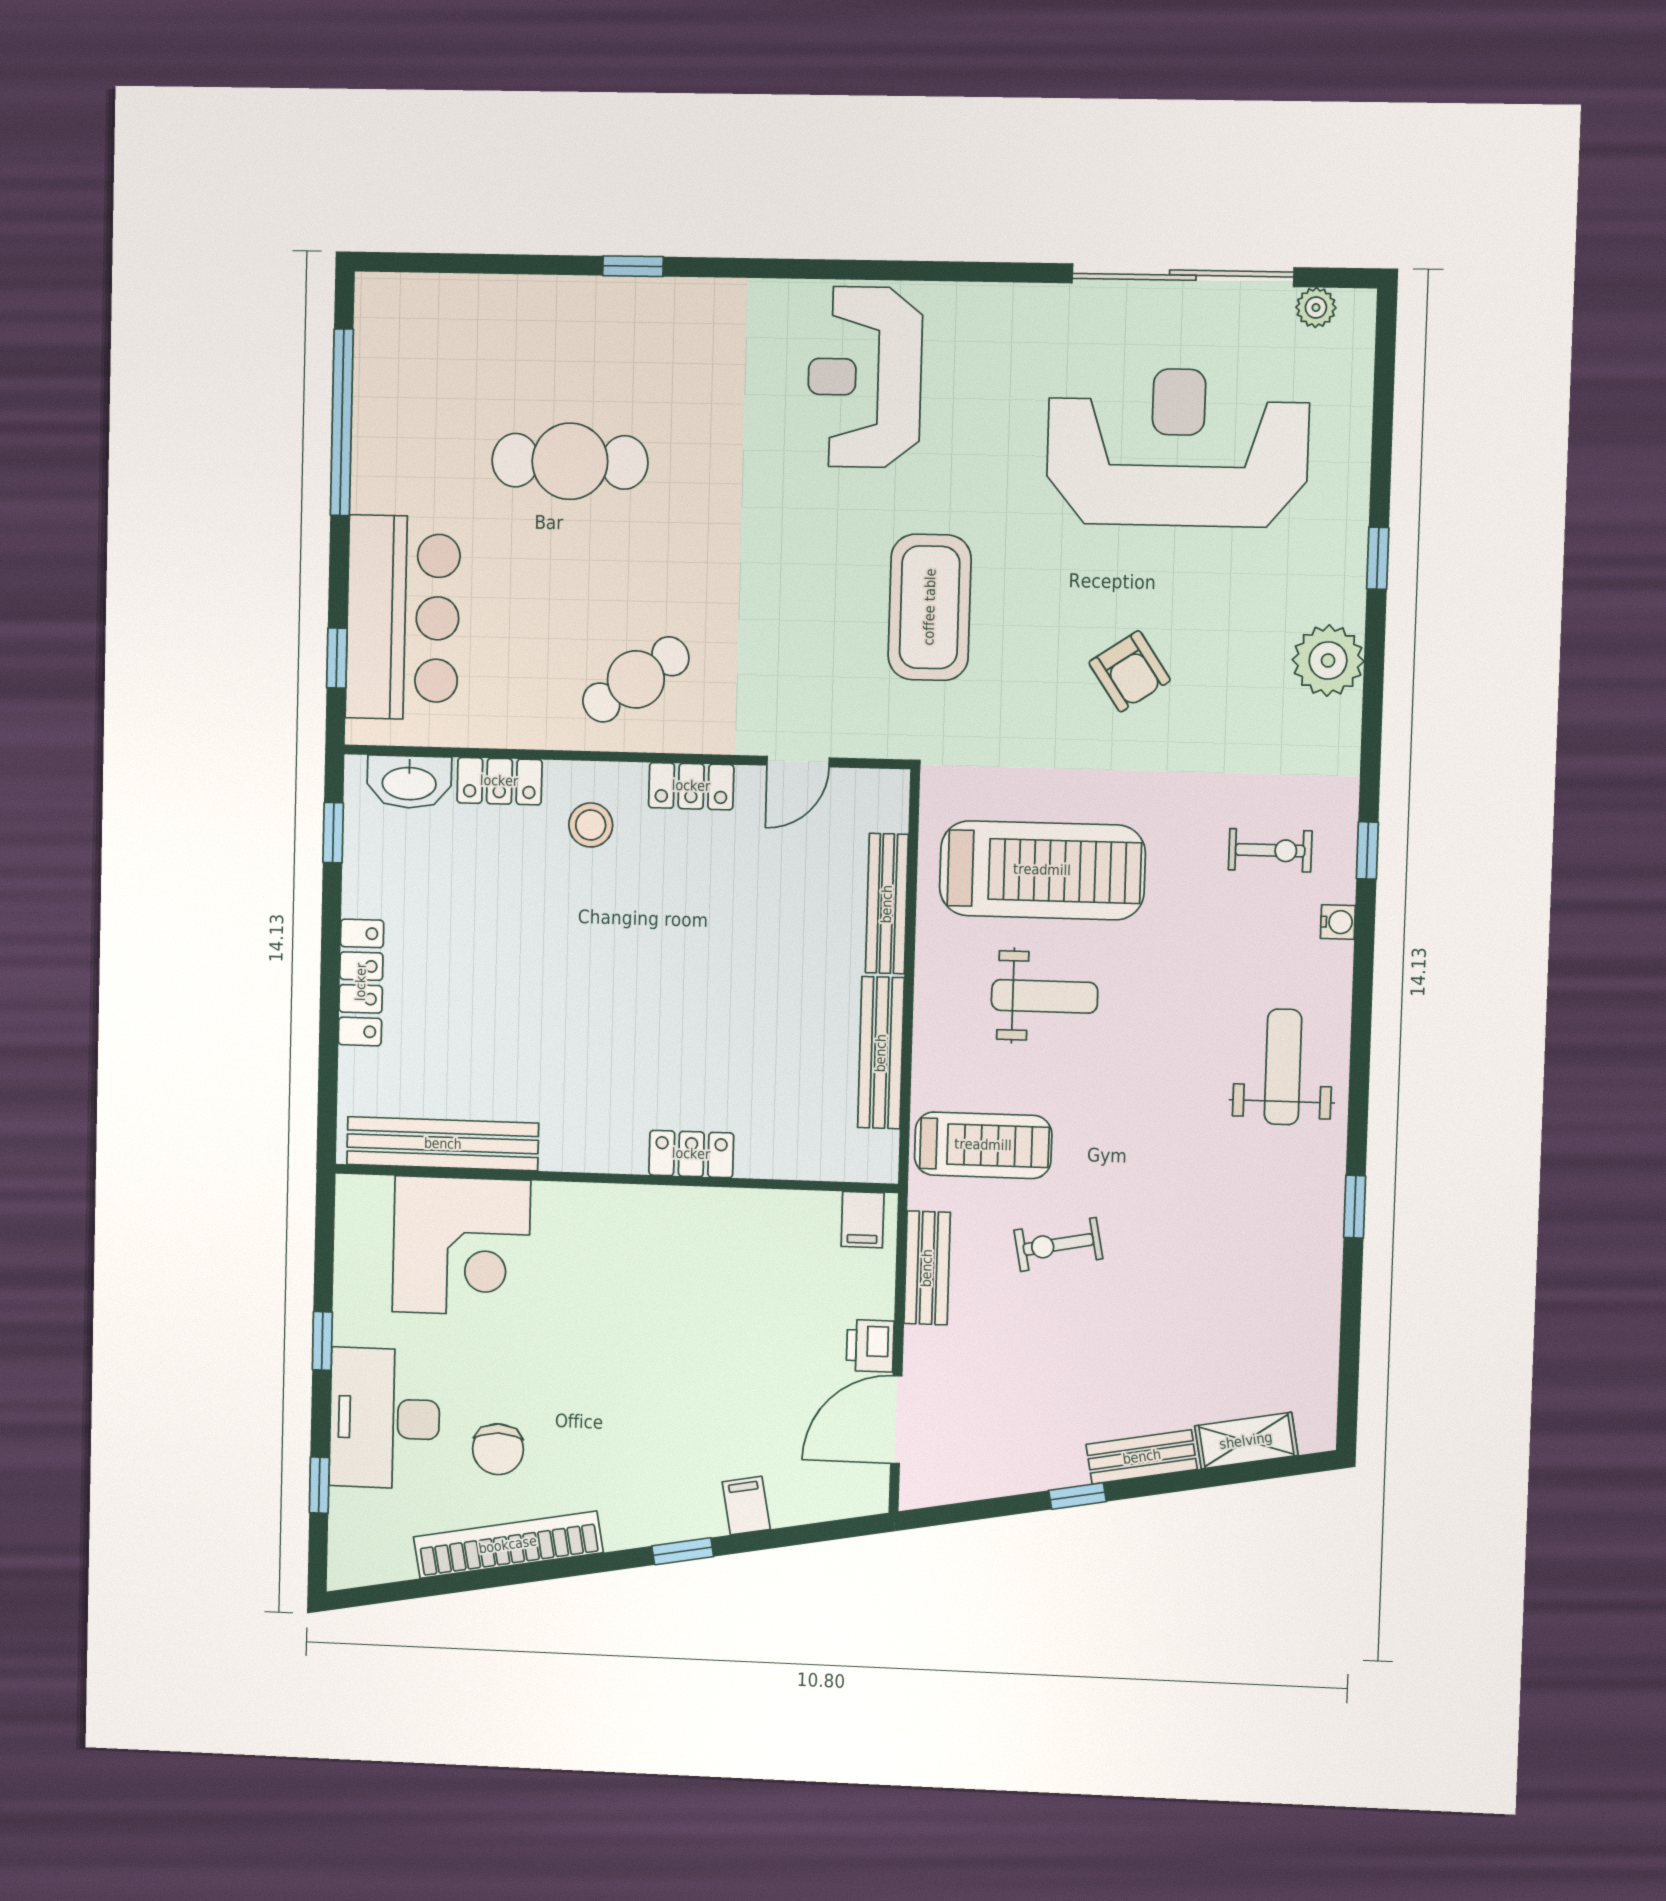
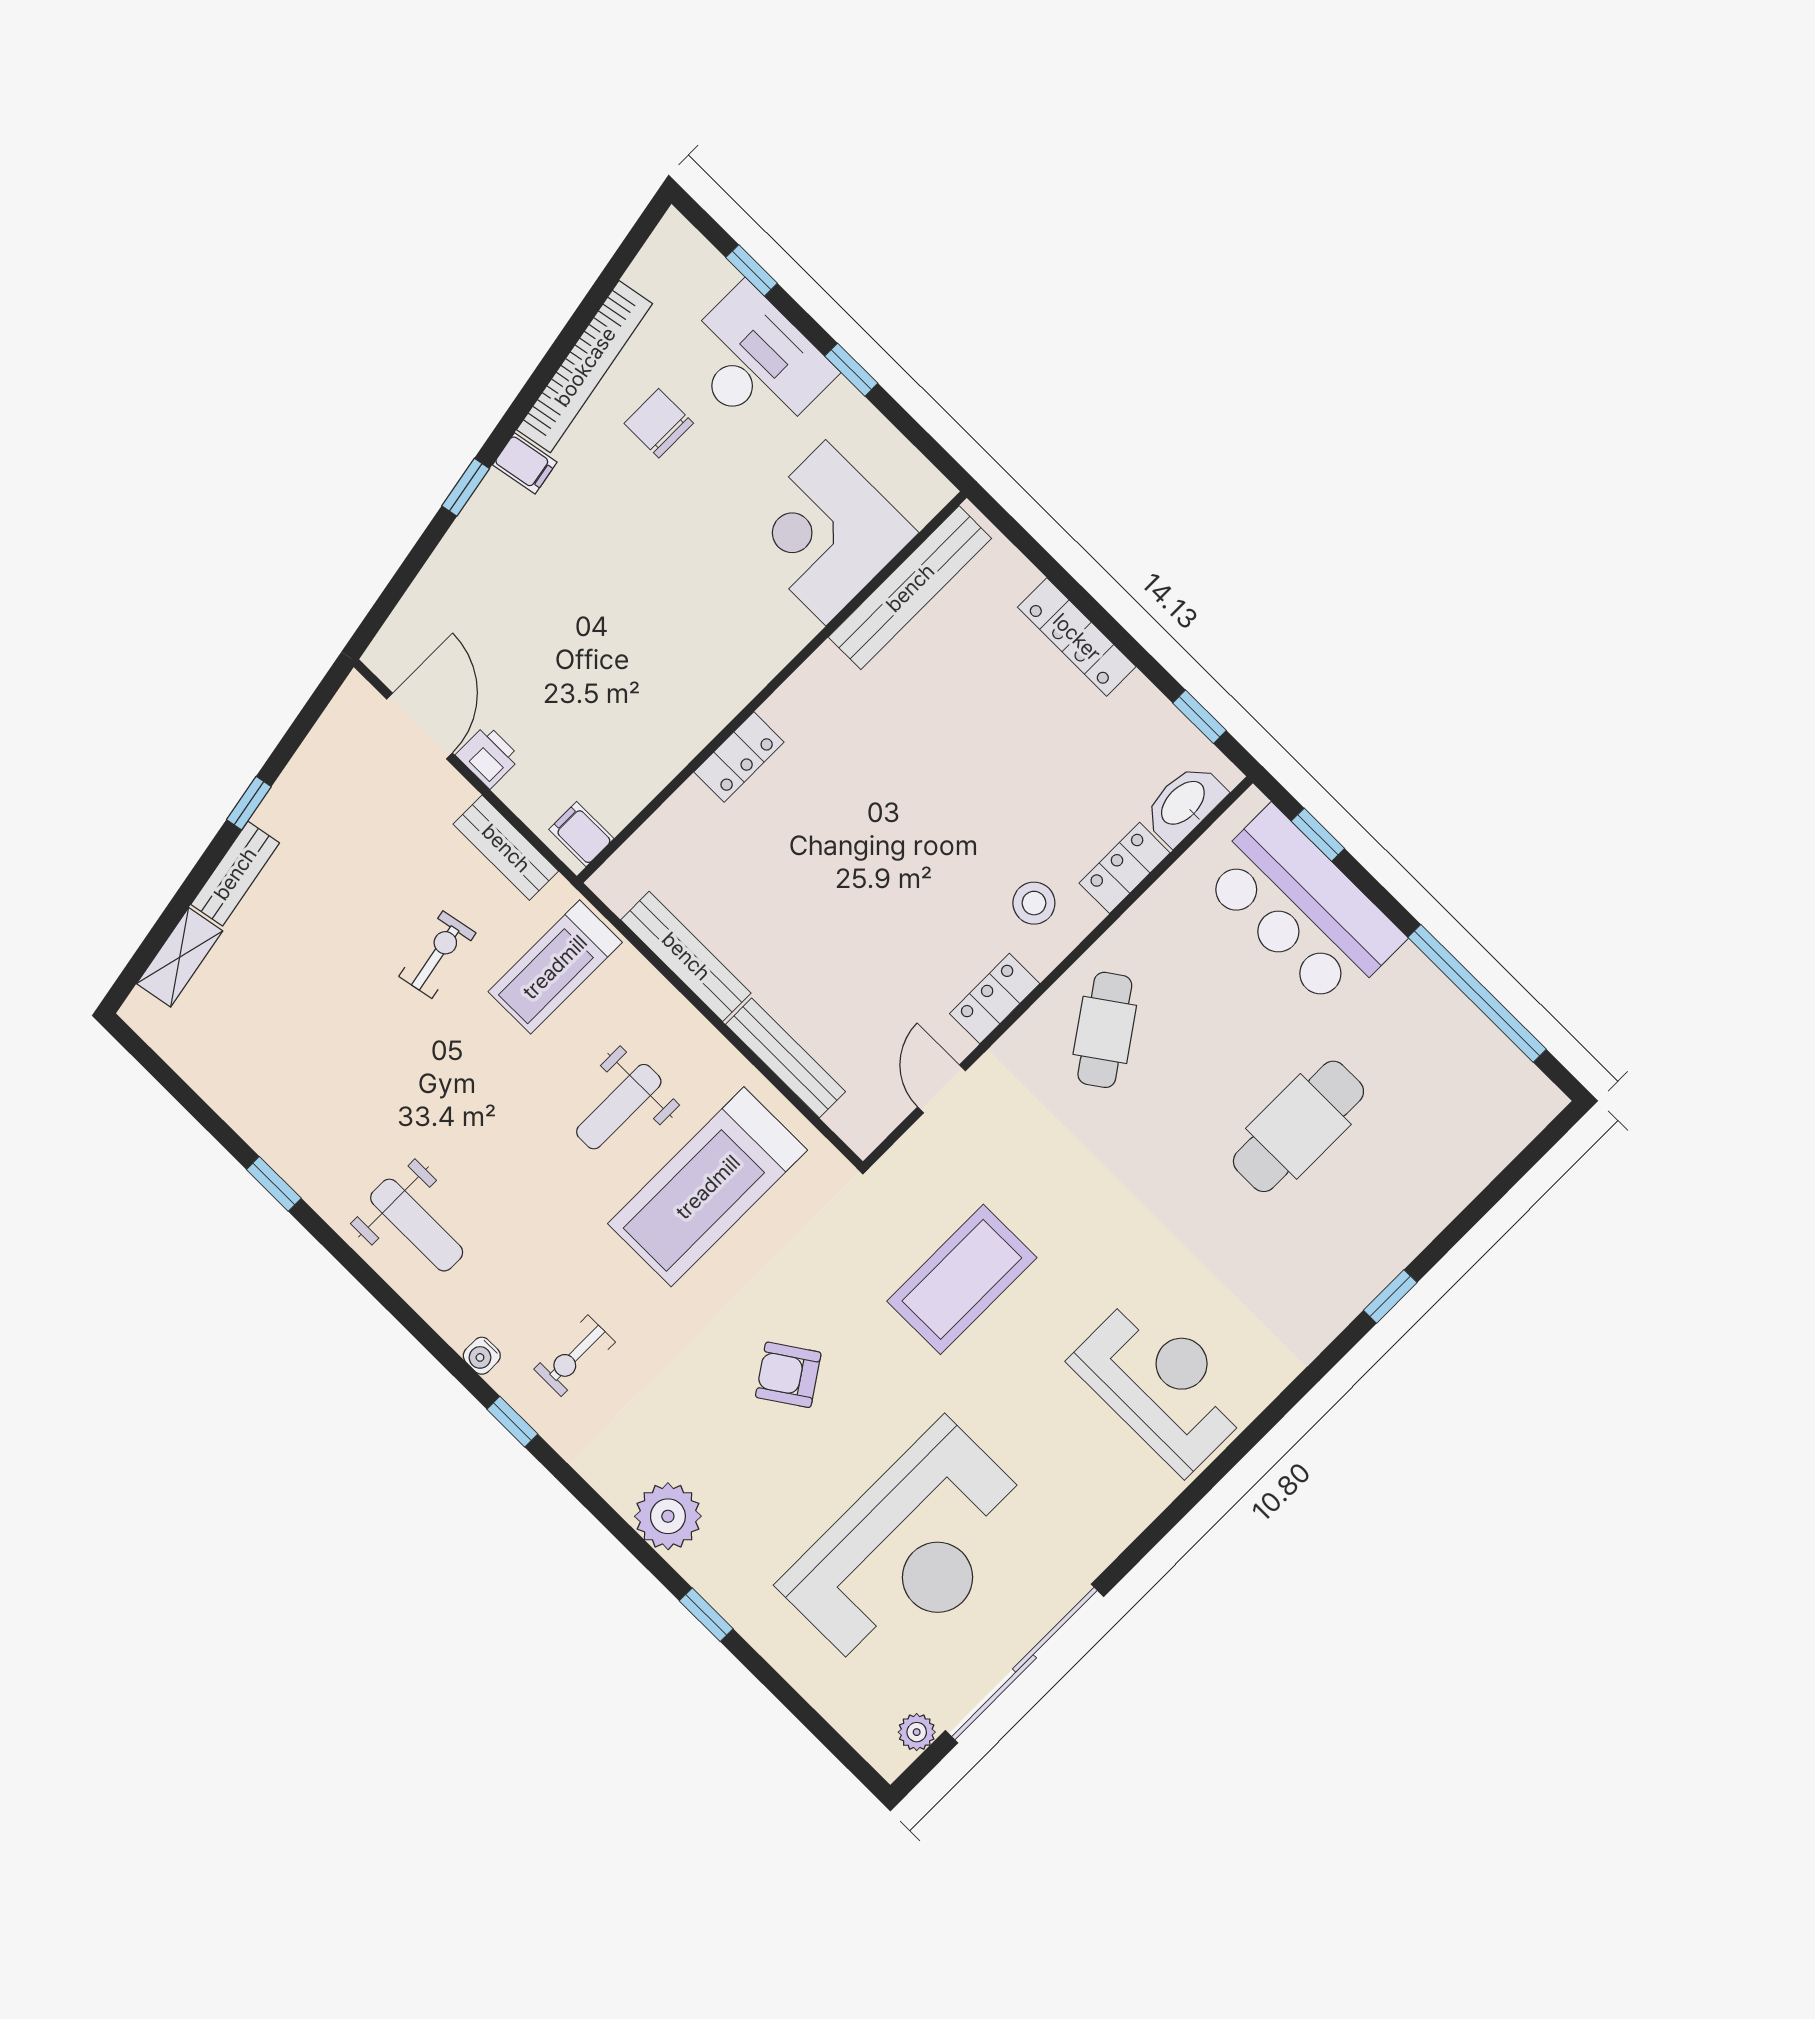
coffee table: (930, 607) -> (962, 1279), turned 90
filing cabinet: (746, 1506) -> (525, 463), moved

